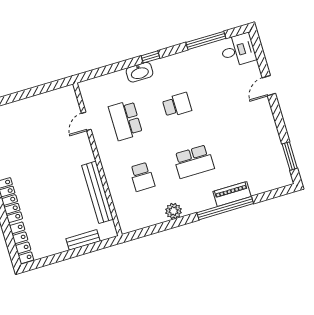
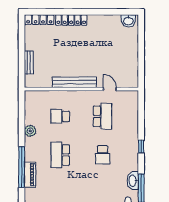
washbasin: (140, 72) -> (133, 181), moved
school desk: (125, 120) -> (103, 116), turned 90
bench: (97, 192) -> (74, 82), moved

